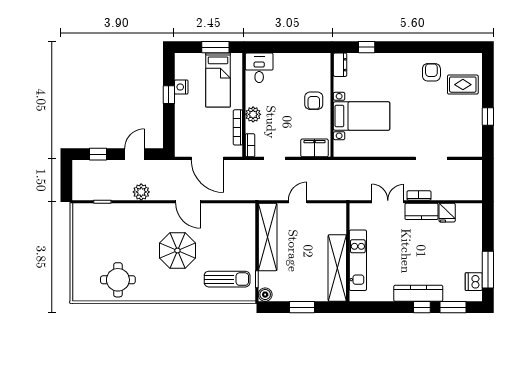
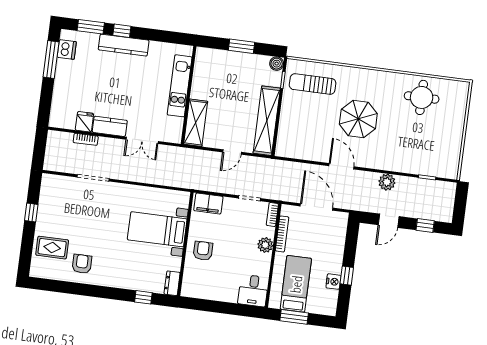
armchair: (431, 72) -> (82, 264), turned 180
bookcase: (419, 195) -> (86, 139), moved
shelving: (337, 268) -> (196, 123), moved, width x0.68

